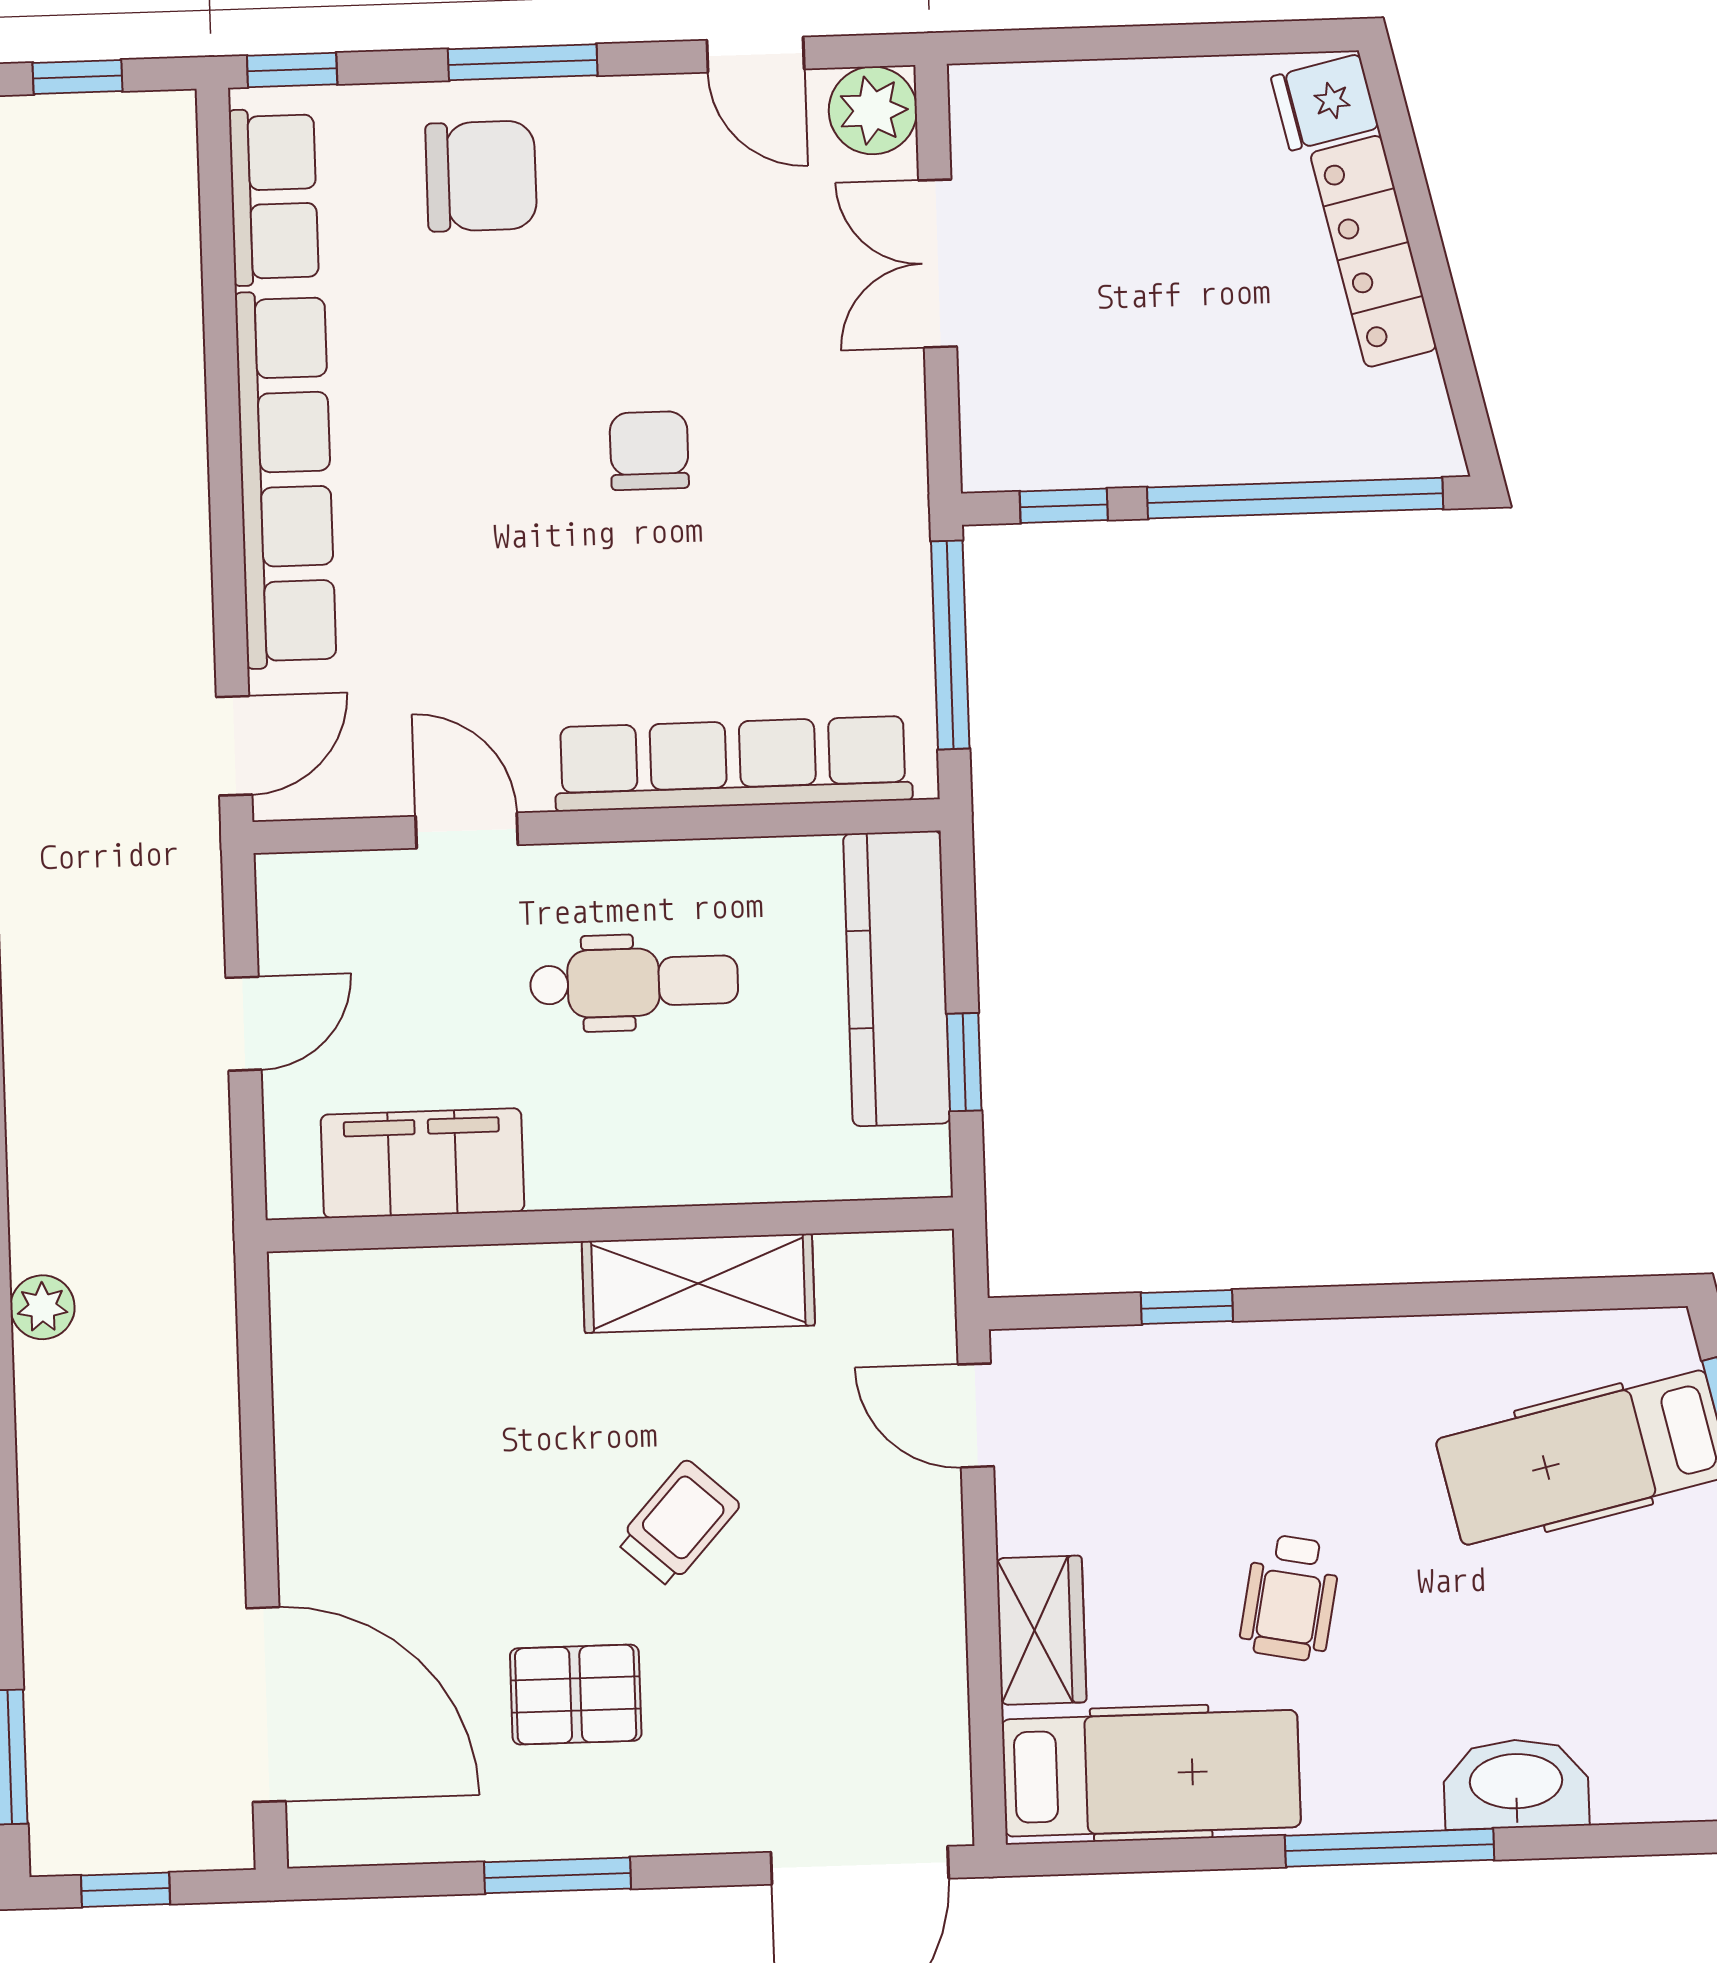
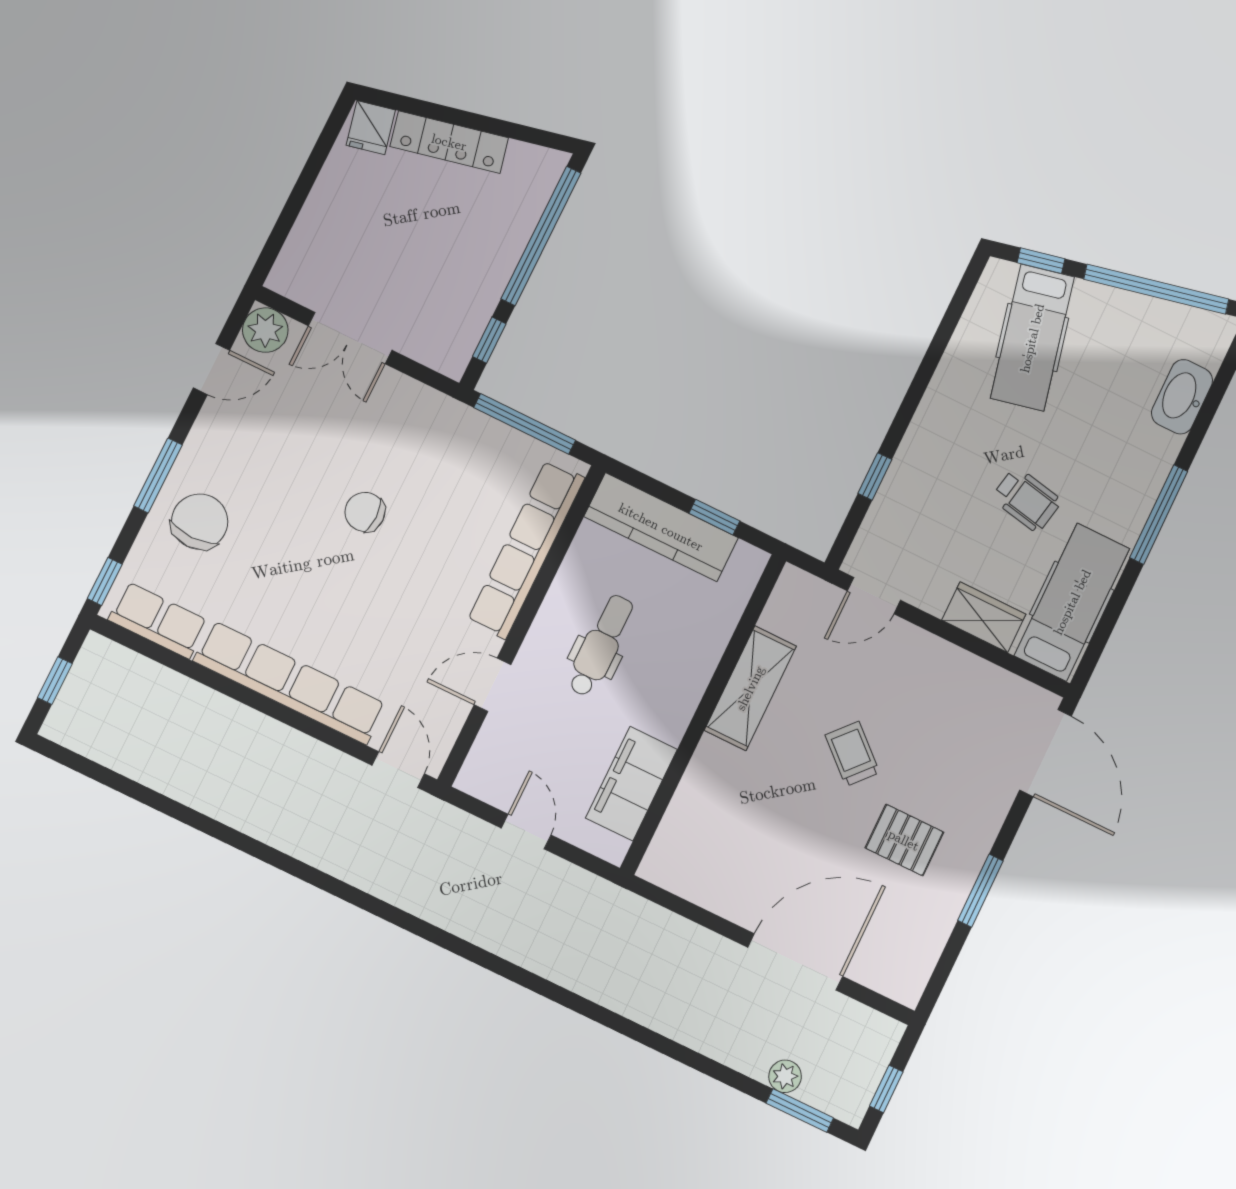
plant: (42, 1307) -> (785, 1076), moved
pallet: (576, 1695) -> (904, 840), turned 90
door: (266, 1705) -> (795, 962), moved
washbasin: (1516, 1784) -> (1182, 397), moved

